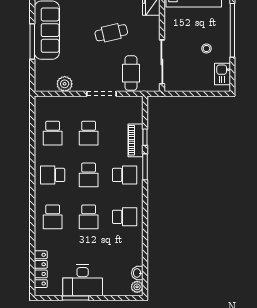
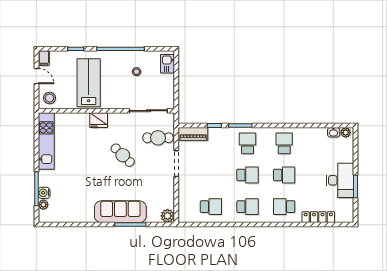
cafe table: (111, 33) -> (123, 155), turned -33
kitchen sink: (222, 74) -> (167, 64), moved, turned 90
plant: (65, 84) -> (168, 216), moved
school desk: (89, 133) -> (211, 175), removed
piano: (135, 140) -> (193, 134), moved
school desk: (53, 175) -> (248, 207), turned -90
school desk: (53, 217) -> (284, 207), turned 180
locker: (41, 269) -> (318, 217), moved

